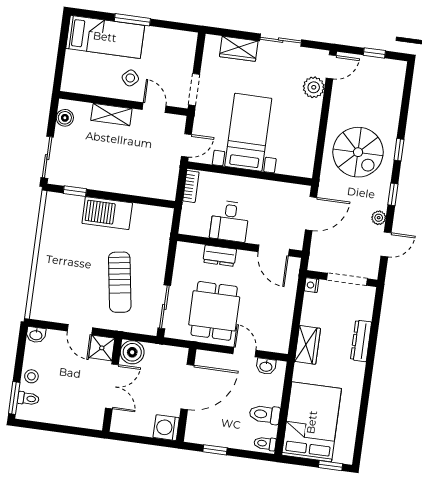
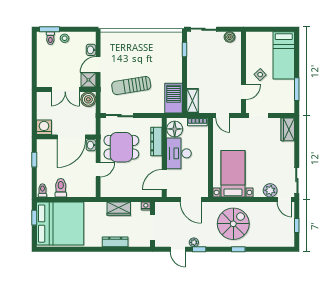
window: (132, 20) -> (297, 89), moved
sliding door: (281, 40) -> (297, 180), moved
wardrobe: (239, 49) -> (288, 129), moved
shelving: (111, 115) -> (192, 101), moved
bed with nightstands: (248, 132) -> (233, 174), moved, turned -90
spiral stairs: (358, 152) -> (233, 224), turned 180
window: (393, 194) -> (199, 249), moved
barbecue: (107, 213) -> (173, 98), moved
desk: (230, 221) -> (179, 153), width x1.37
floor lamp: (197, 224) -> (175, 129), added
dresser: (220, 256) -> (156, 142), width x1.44
washbasin: (36, 335) -> (91, 50), moved
wardrobe: (307, 345) -> (119, 209), moved
washbasin: (266, 366) -> (91, 145), moved
door: (187, 387) -> (71, 137), hinge flipped
bed: (312, 422) -> (60, 224), width x1.36
window: (330, 466) -> (34, 218), moved

